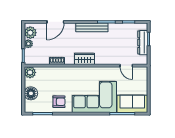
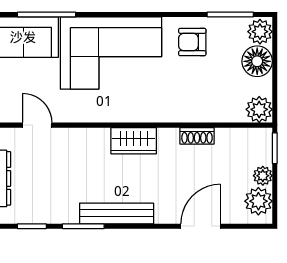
plant: (30, 106) -> (260, 32), added

